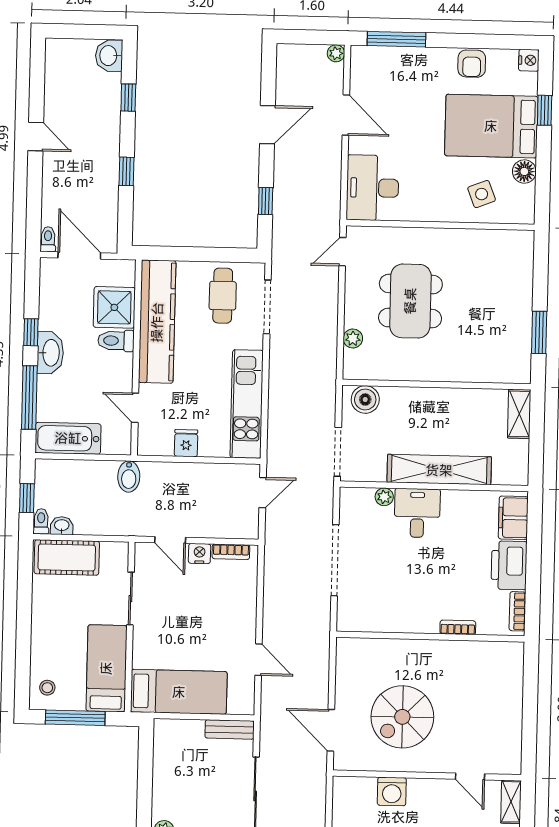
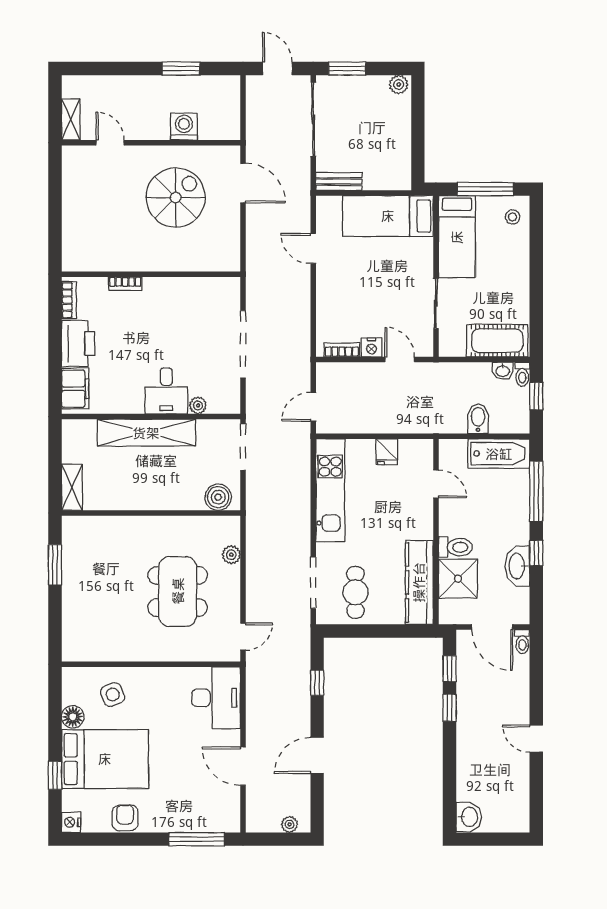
plant: (336, 53) -> (290, 824), moved
window: (128, 98) -> (449, 669), moved
kitchen counter: (157, 322) -> (419, 582), width x0.72, depth x0.86
washbasin: (50, 353) -> (517, 566), moved
bidet: (129, 477) -> (478, 419), moved

